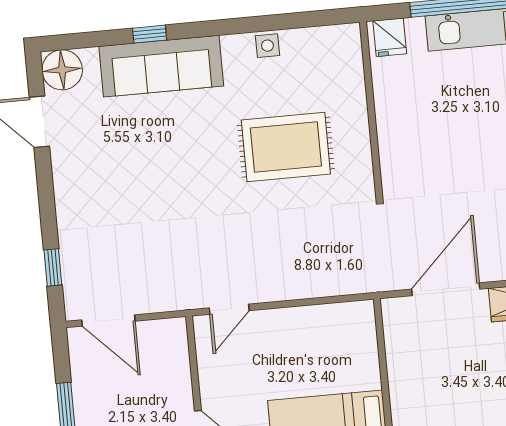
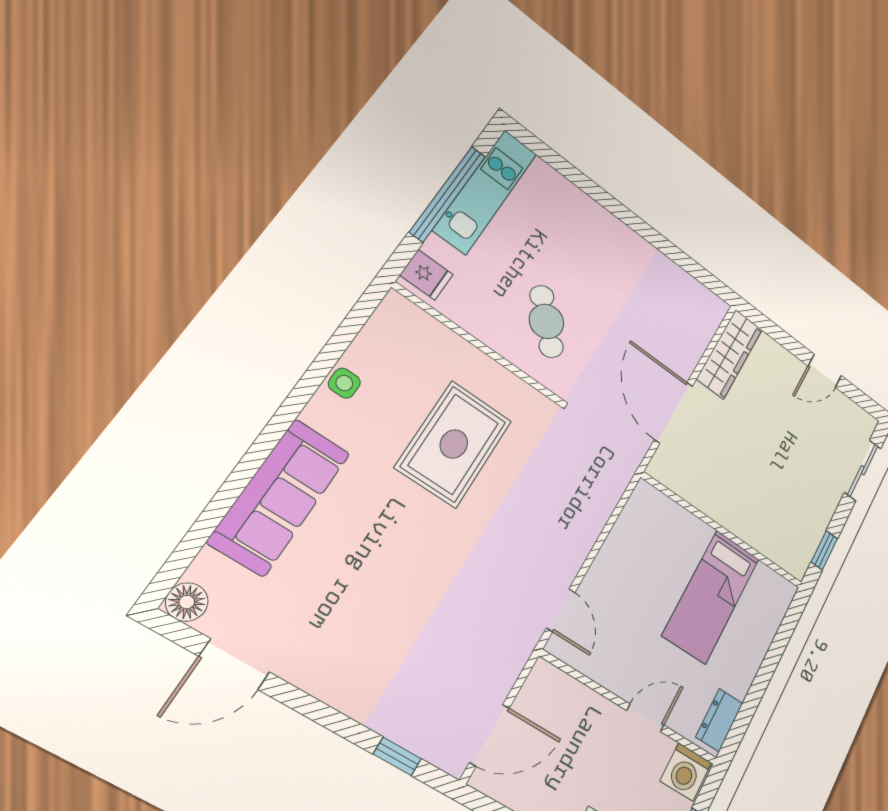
window: (150, 34) -> (236, 483), removed
floor lamp: (62, 70) -> (187, 602), width x0.73, depth x0.73
cafe table: (431, 143) -> (546, 321), added

